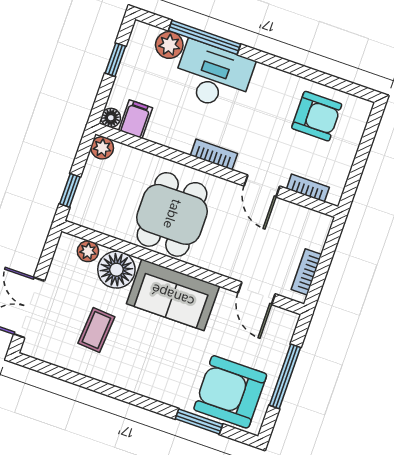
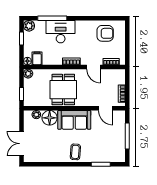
plant: (169, 45) -> (29, 26), moved
coffee table: (96, 330) -> (75, 152), moved
armchair: (230, 392) -> (109, 149), removed

